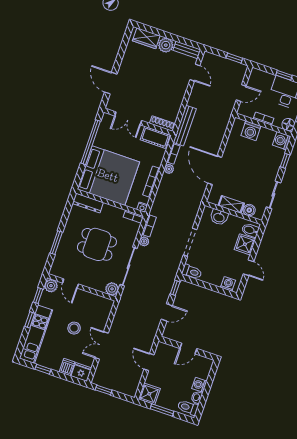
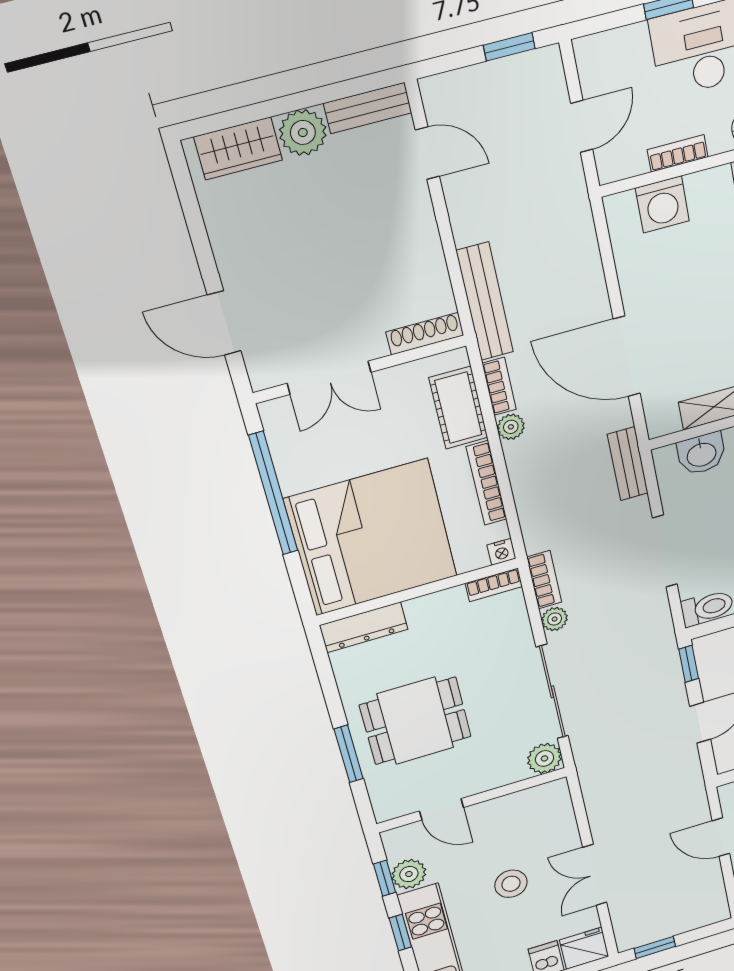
cot: (155, 137) -> (458, 408), moved, turned 90
bench: (196, 205) -> (628, 464), added
dining table: (97, 244) -> (415, 721), moved
plant: (51, 286) -> (409, 874), moved

